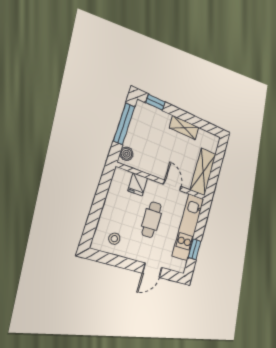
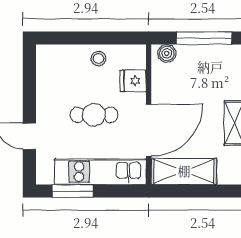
door: (172, 185) -> (149, 130), width x1.87
stool: (114, 239) -> (98, 59), moved
window: (195, 249) -> (73, 191), width x1.50

